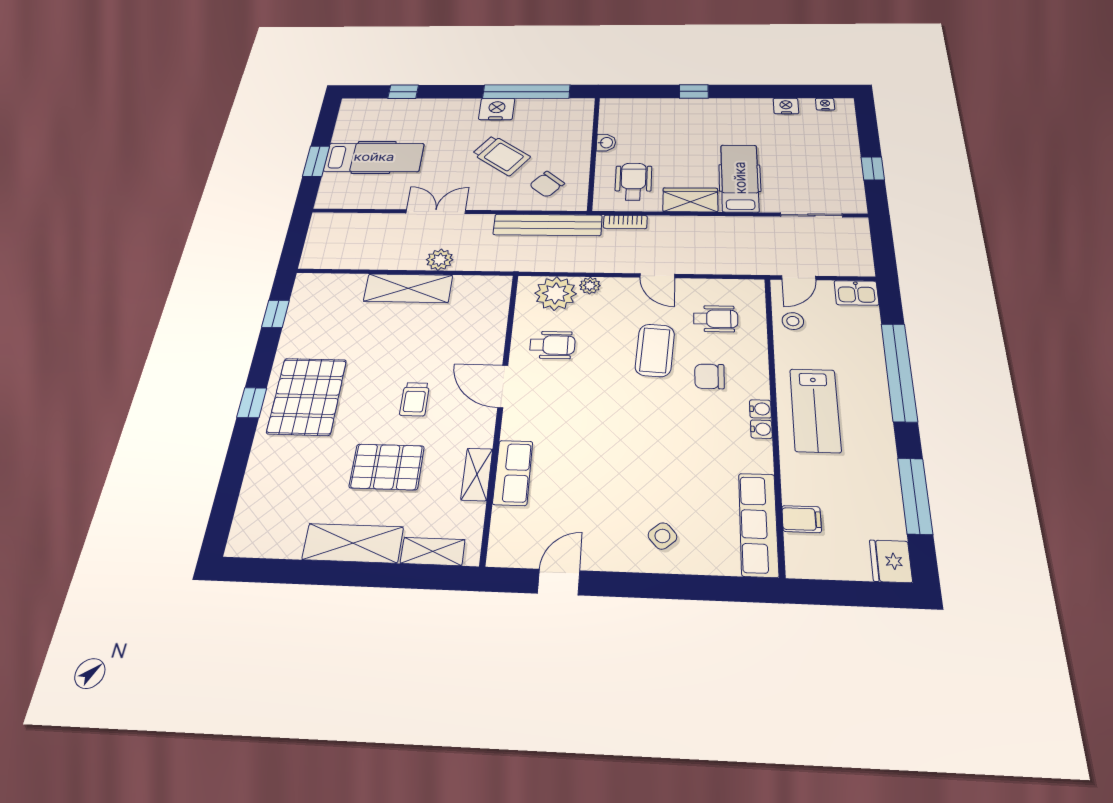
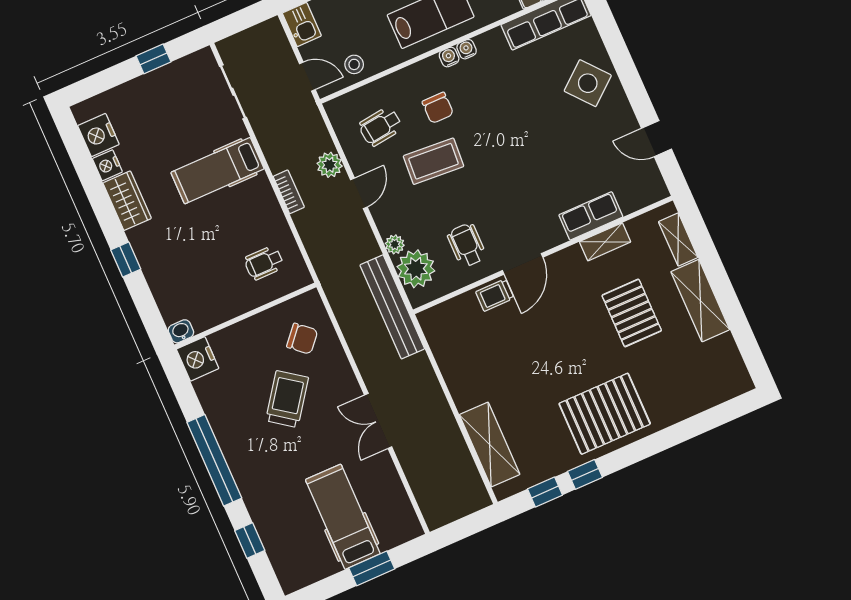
window: (526, 92) -> (214, 460), moved
nightstand: (825, 104) -> (98, 135), width x1.89, depth x1.79
nightstand: (497, 109) -> (198, 359), moved
washbasin: (606, 143) -> (181, 331), moved
wheelchair: (633, 181) -> (264, 263), width x0.73, depth x0.73
wardrobe: (690, 200) -> (127, 201), moved, turned 180
bookcase: (625, 222) -> (289, 192), moved
bench: (548, 225) -> (392, 307), moved
plant: (440, 260) -> (330, 165), moved
shelving: (408, 288) -> (490, 444), moved
wheelchair: (716, 319) -> (380, 127), turned -97
trolley: (415, 399) -> (495, 295), moved, turned 180
window: (252, 403) -> (585, 474), moved
side table: (662, 536) -> (588, 83), width x1.87, depth x1.87

